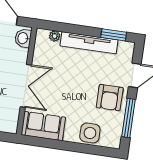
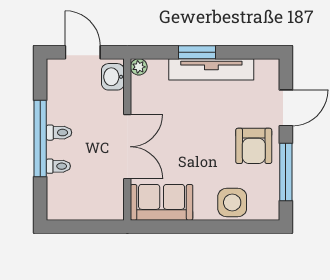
window: (114, 35) -> (197, 52), moved
plant: (55, 36) -> (139, 67), moved

